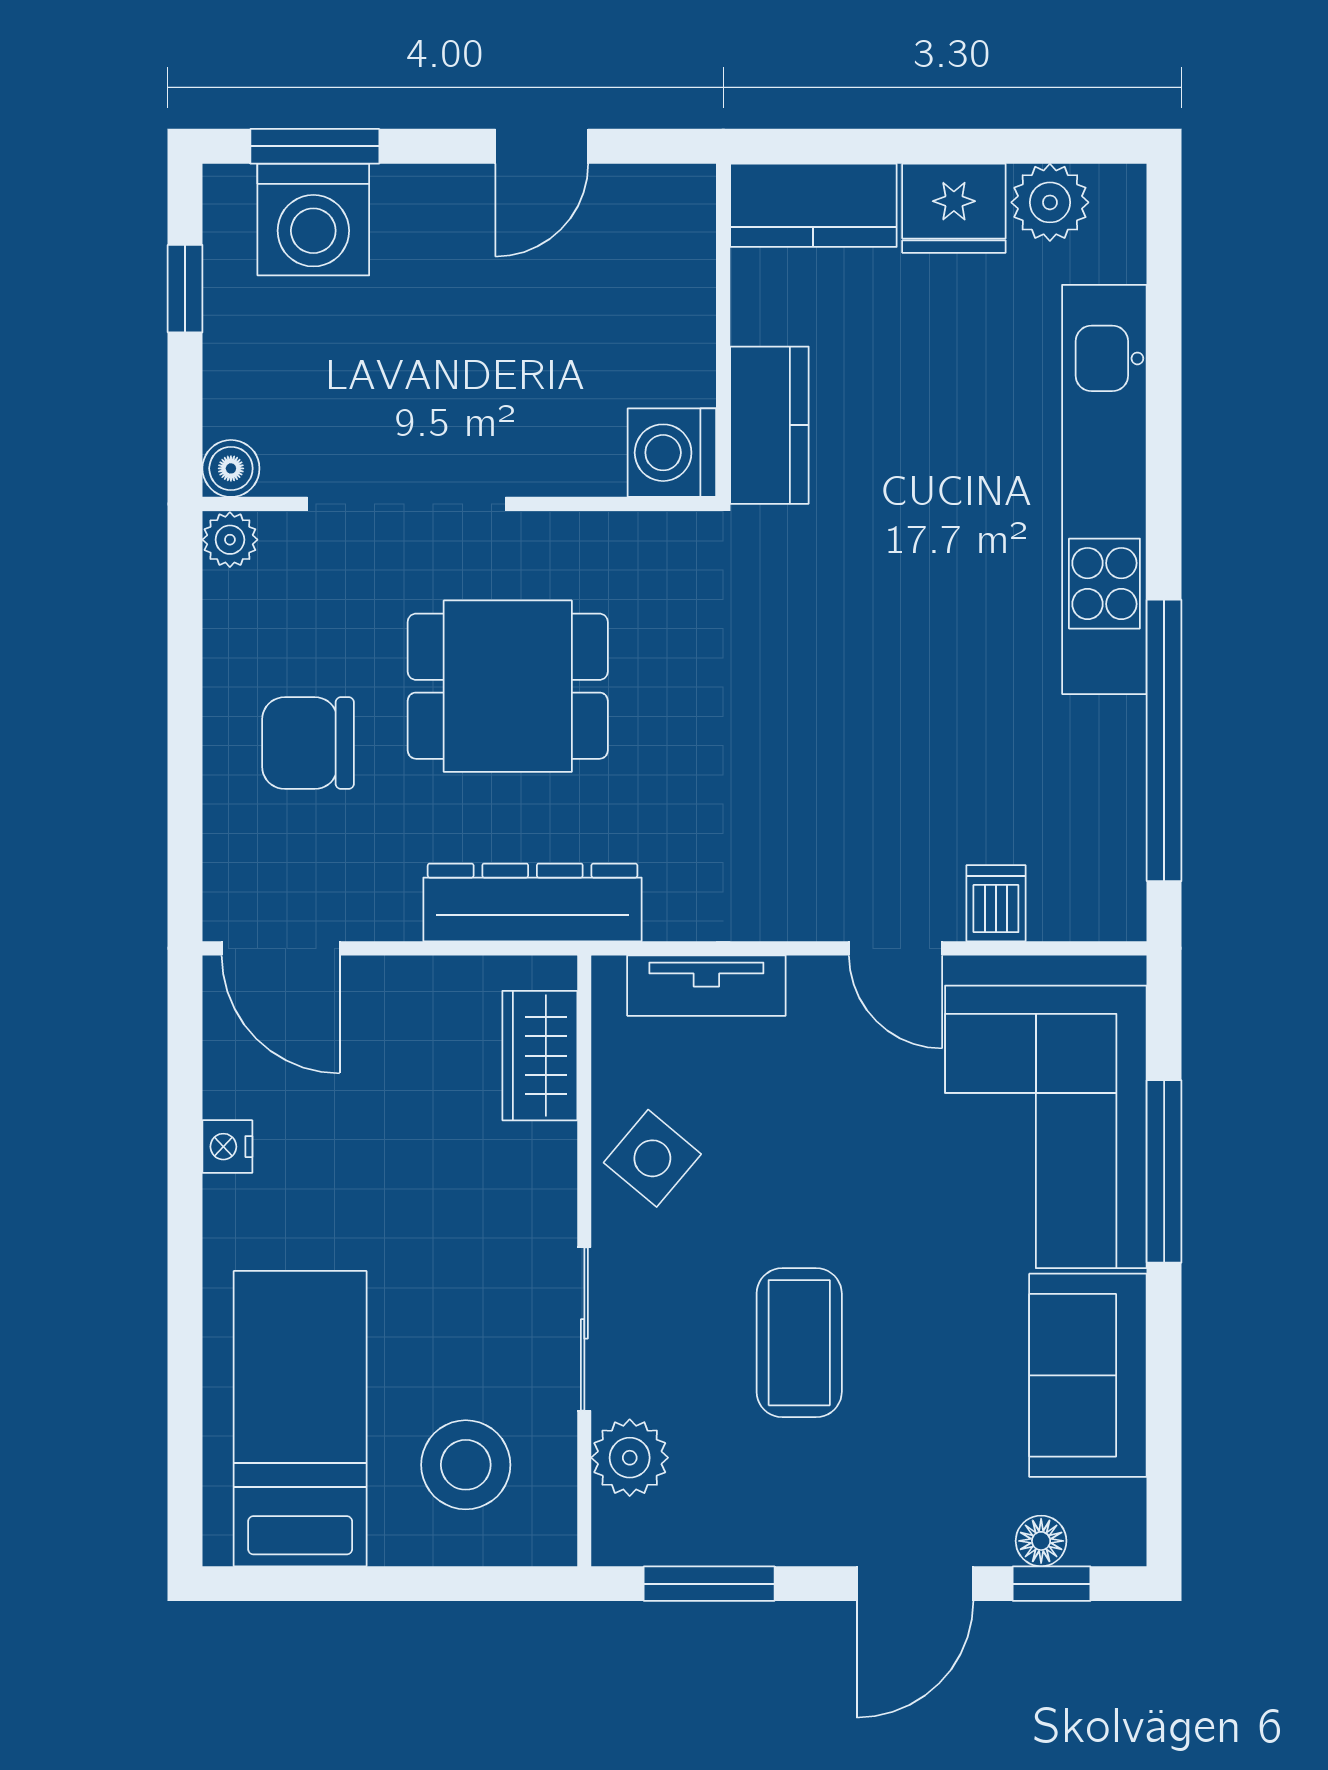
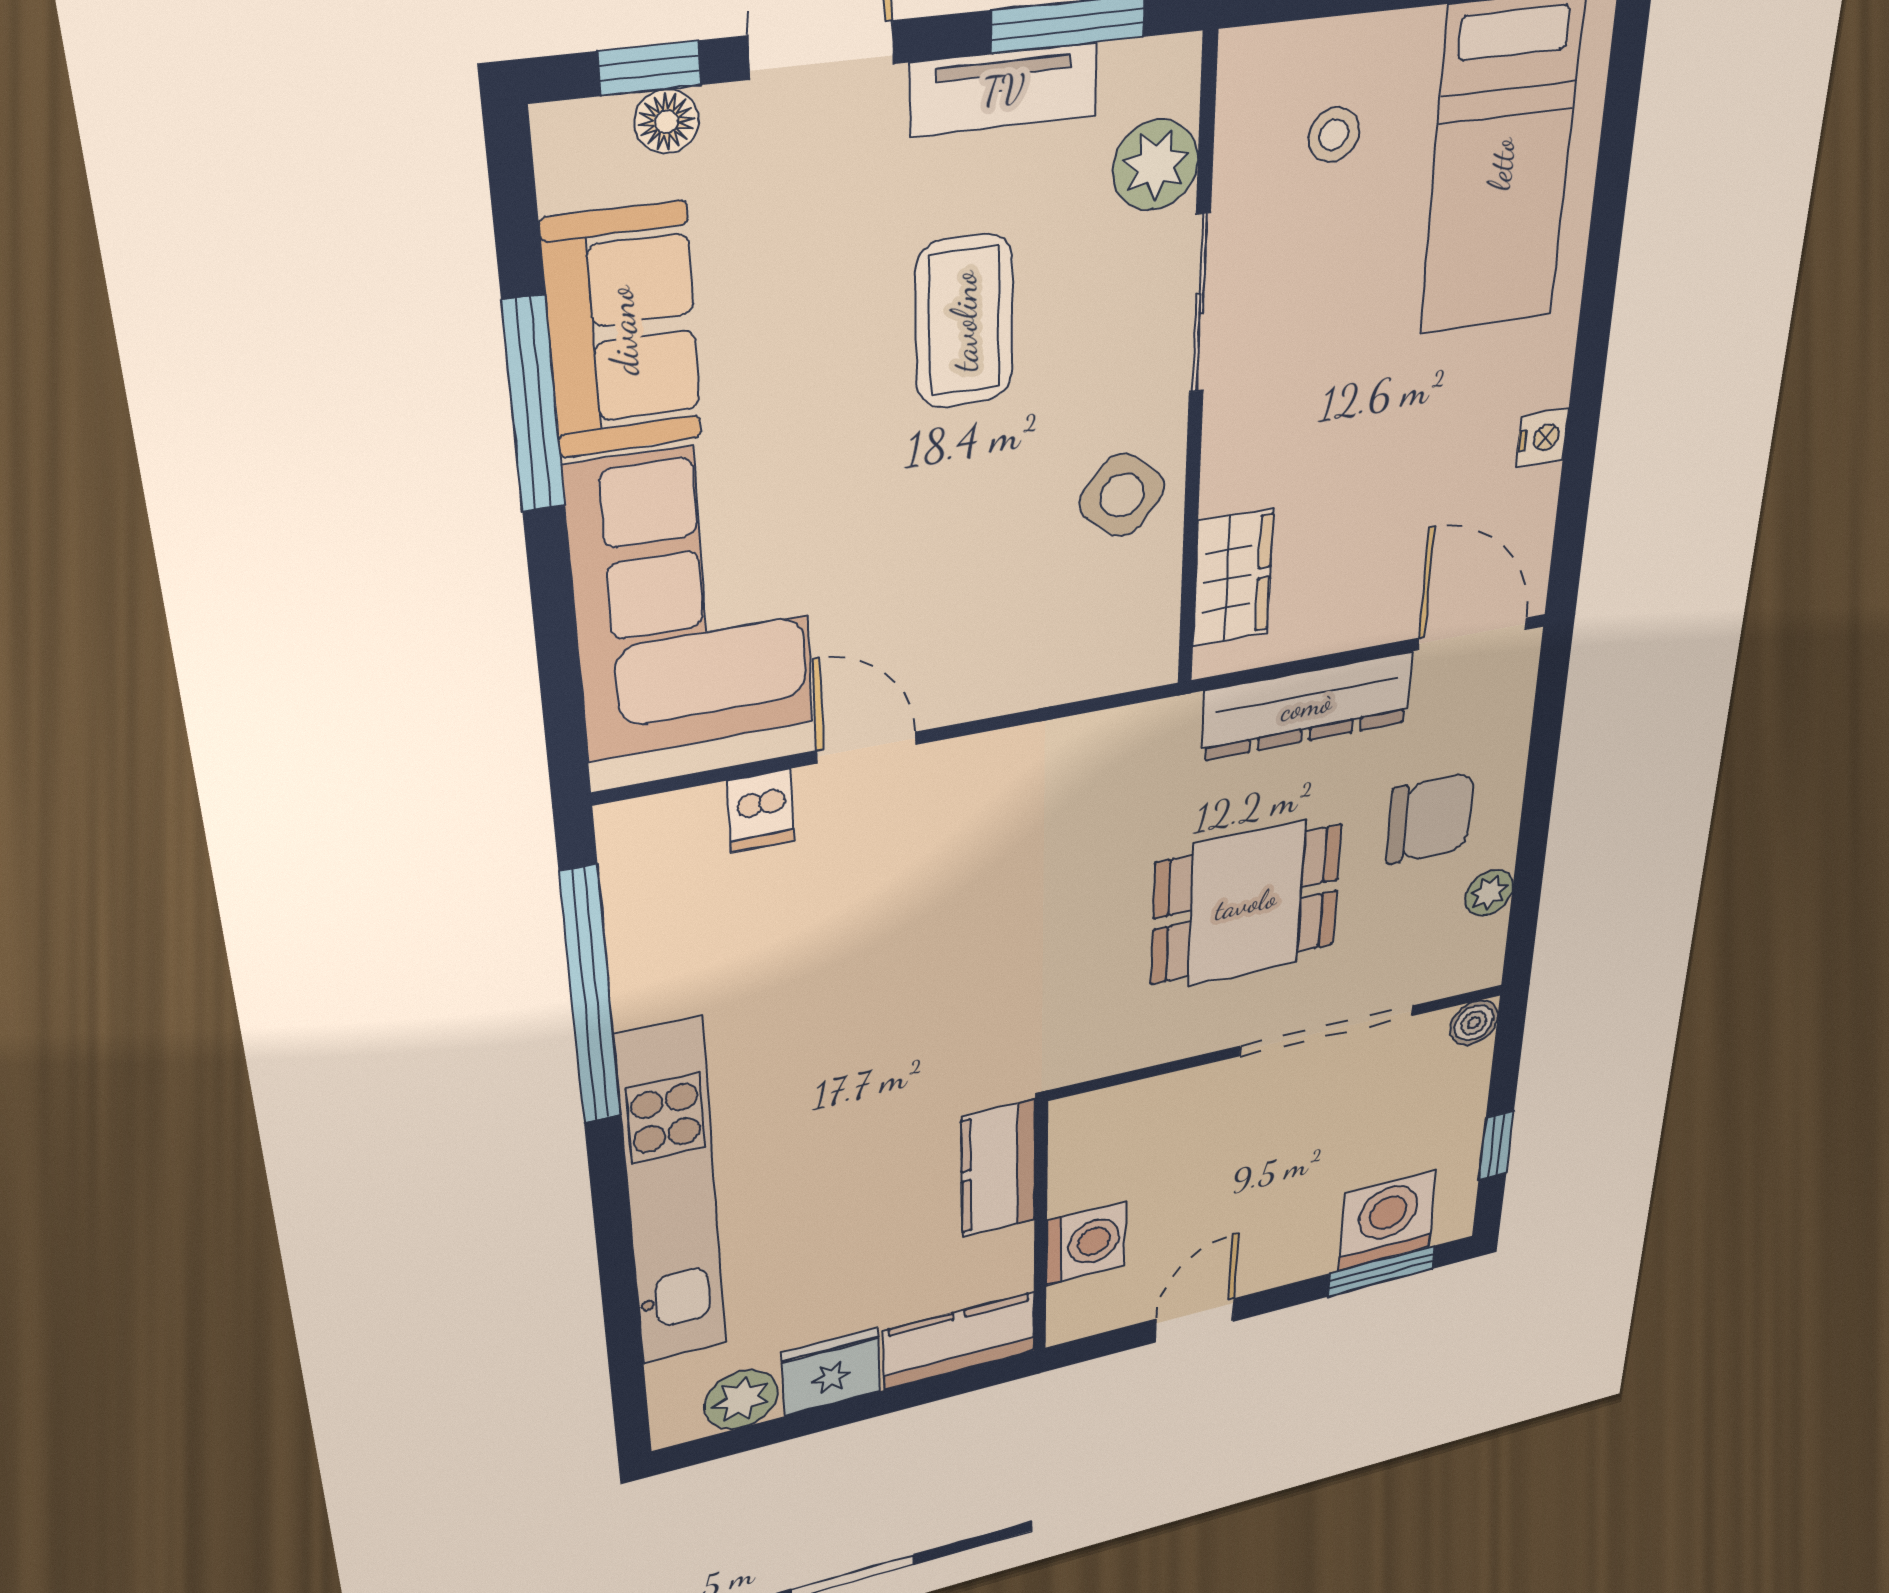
washing machine: (672, 453) -> (1086, 1243), moved
plant: (230, 540) -> (1489, 893), moved
dresser: (533, 902) -> (1307, 706), moved
tv unit: (706, 986) -> (1004, 90), moved, turned 180
window: (1164, 1171) -> (534, 405), moved
stool: (466, 1465) -> (1334, 135), width x0.53, depth x0.53

